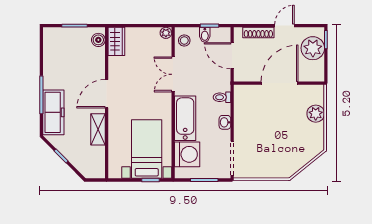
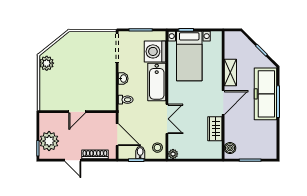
door: (285, 26) -> (73, 160), hinge flipped
wardrobe: (116, 41) -> (215, 129), moved
door: (280, 83) -> (77, 112), width x0.53
freezer: (53, 112) -> (266, 94), width x1.36, depth x1.26
plant: (316, 114) -> (47, 63), moved

